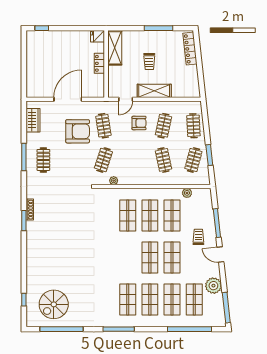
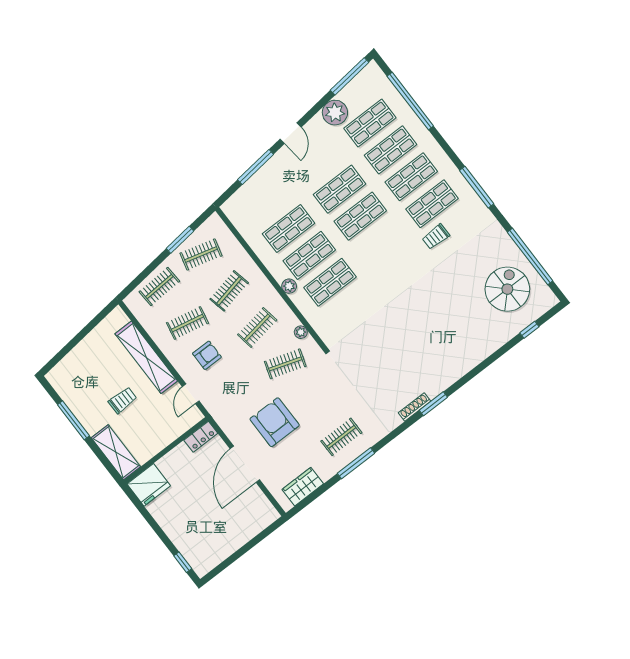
fridge: (98, 36) -> (149, 485), width x1.88, depth x1.34
shelving: (115, 48) -> (116, 452), moved, turned 90
locker: (190, 49) -> (69, 363), removed
locker: (99, 63) -> (201, 437), moved
shelving: (154, 91) -> (146, 357), width x1.47
door: (68, 99) -> (245, 464), hinge flipped
door: (126, 99) -> (191, 394), swing flipped
armchair: (139, 123) -> (207, 355), turned 90
clothes rail: (103, 126) -> (257, 327), moved
plant: (187, 193) -> (289, 286), moved
trolley: (198, 237) -> (436, 237), moved
spiral stairs: (54, 304) -> (507, 289), turned -90

